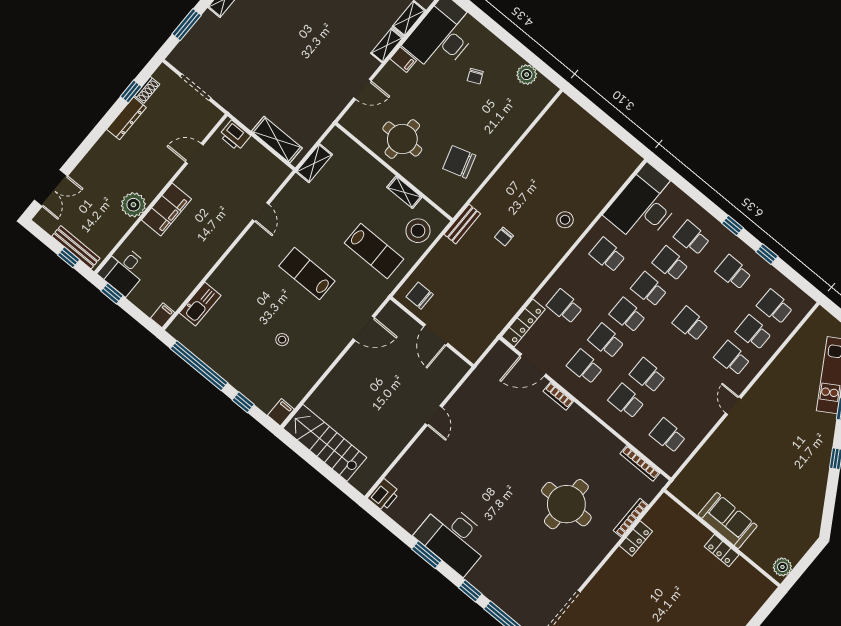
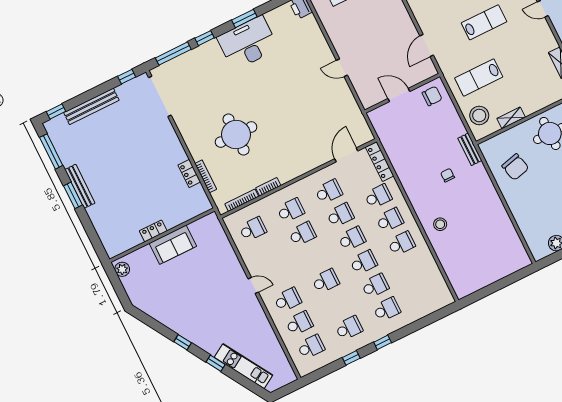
chair: (459, 162) -> (515, 167), turned 93
desk: (645, 205) -> (425, 286), removed
school desk: (586, 281) -> (390, 220), added
bookcase: (558, 396) -> (268, 187), moved

